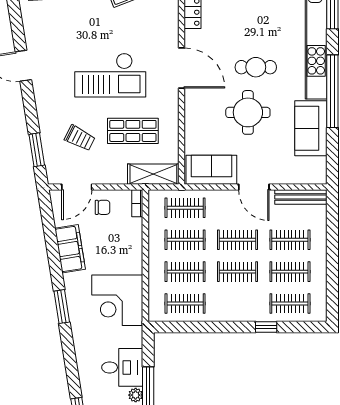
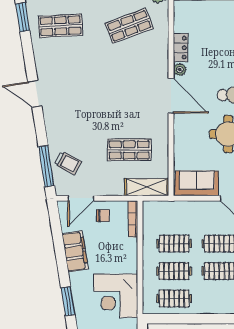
plant: (192, 38) -> (180, 70), added
checkout: (110, 75) -> (110, 102), removed
trolley: (80, 138) -> (68, 163), moved
window: (37, 150) -> (46, 166), width x1.44
bookcase: (137, 203) -> (133, 219), width x1.56
clothes rail: (185, 208) -> (174, 216), removed

